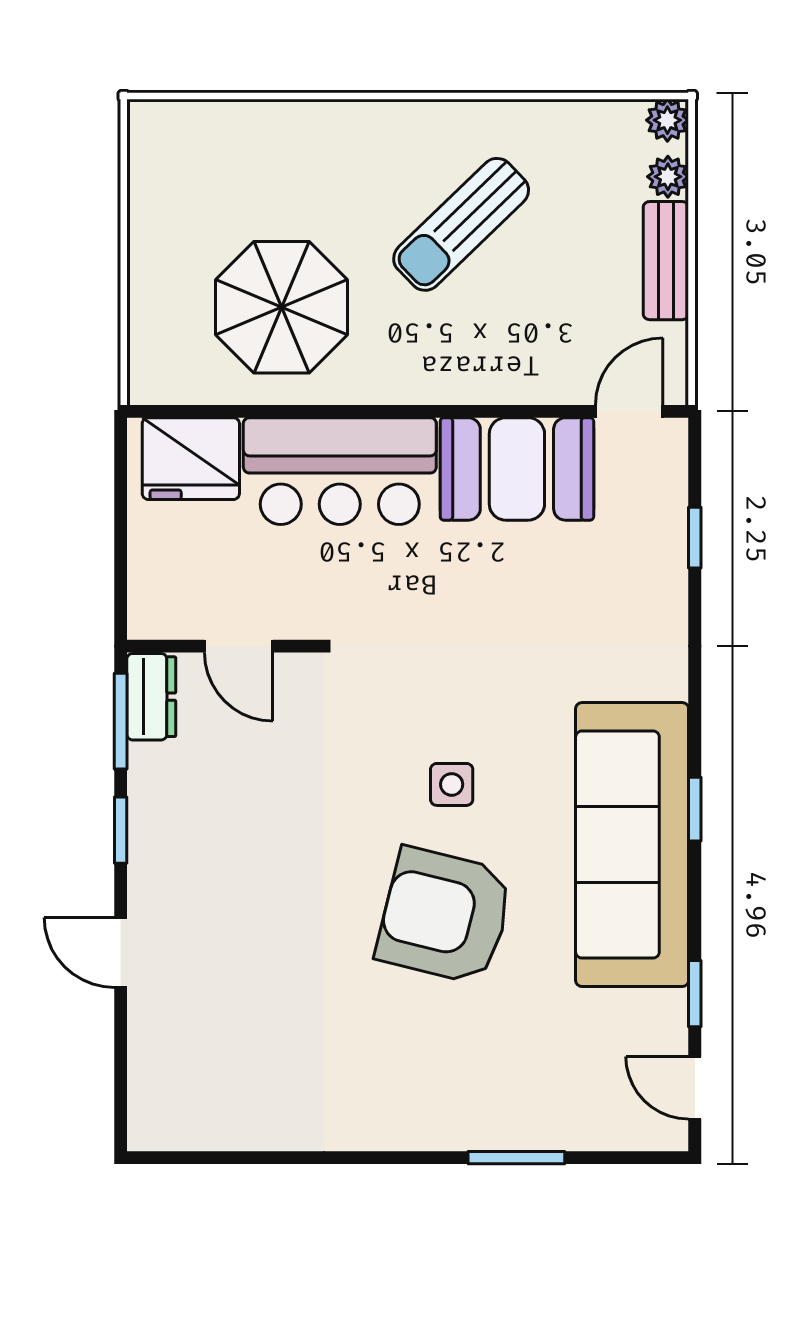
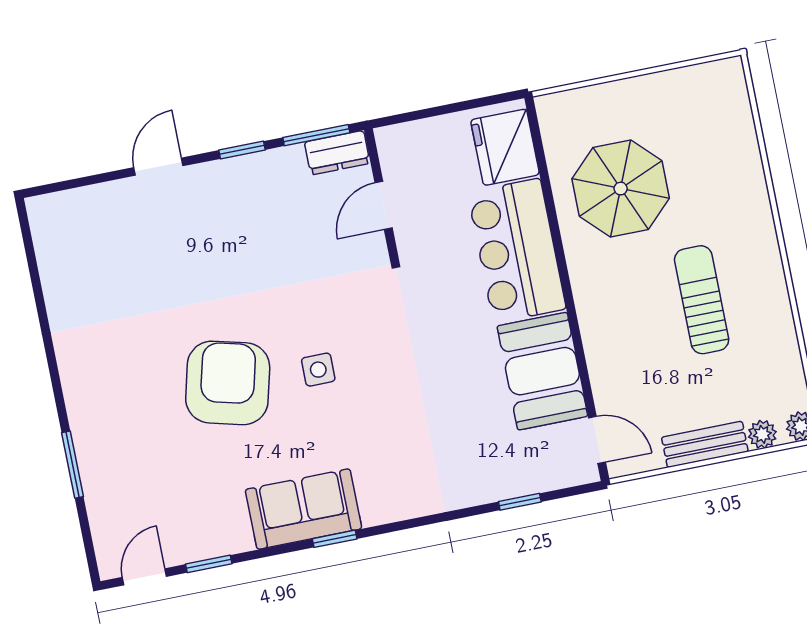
sun lounger: (461, 224) -> (702, 300), turned 44
sofa: (632, 845) -> (303, 509), width x0.54, depth x0.79

